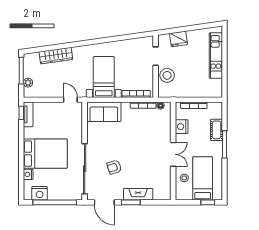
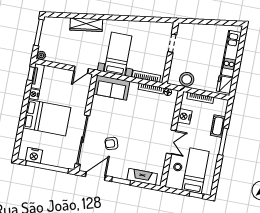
fridge: (178, 39) -> (225, 85), moved, turned 98
wardrobe: (56, 56) -> (86, 25), moved
stool: (167, 75) -> (187, 79), moved
plant: (28, 83) -> (41, 55), moved
door: (70, 100) -> (81, 70), swing flipped
nightstand: (28, 174) -> (34, 94), moved
fireplace: (138, 194) -> (142, 177), moved
door: (104, 202) -> (95, 176), swing flipped

